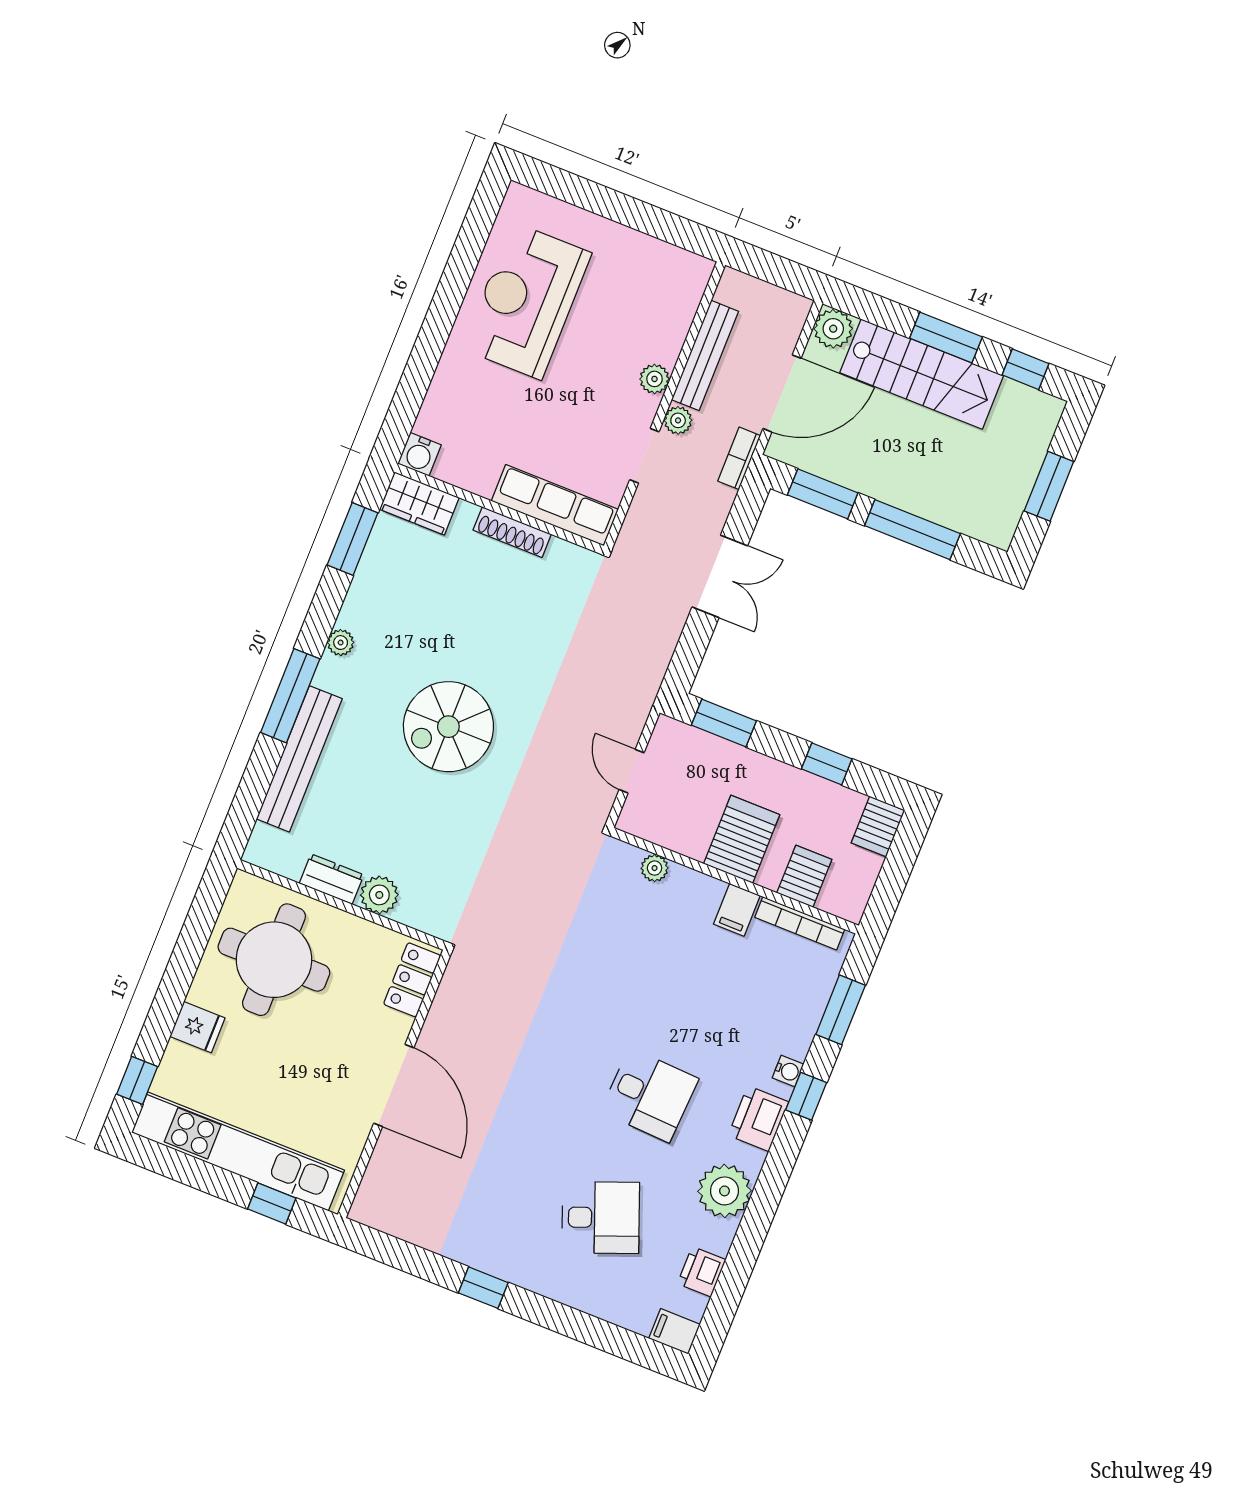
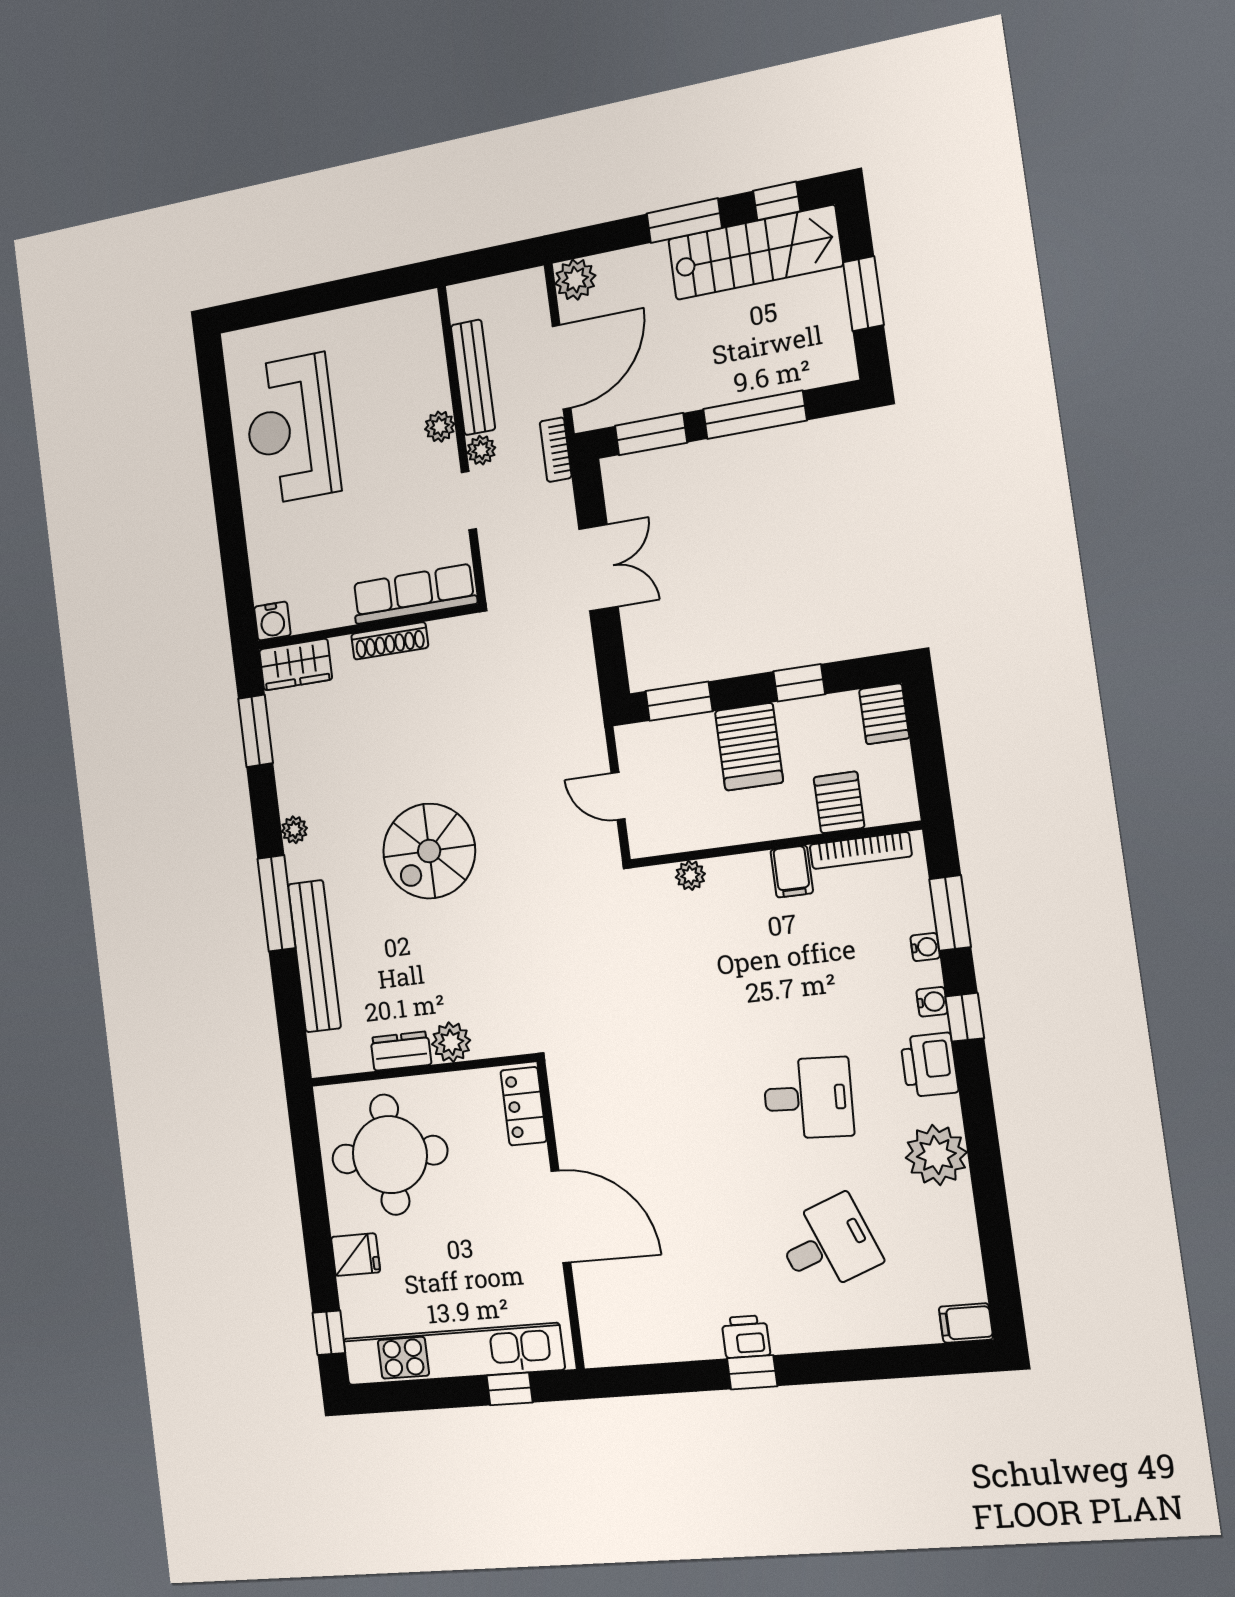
stairs: (922, 374) -> (755, 253), moved
server rack: (742, 839) -> (749, 747), moved, turned 180
water cooler: (807, 1026) -> (925, 947), added
printer: (702, 1272) -> (746, 1337), moved, turned 90

